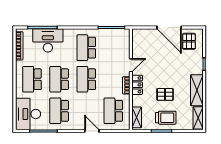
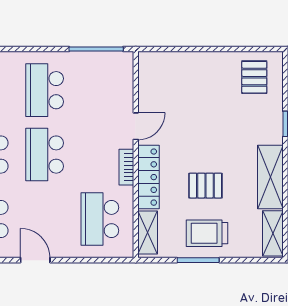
door: (169, 27) -> (214, 49), removed
locker: (137, 85) -> (148, 177), width x1.53
trolley: (166, 118) -> (207, 233), turned 180
door: (92, 131) -> (35, 260), moved

